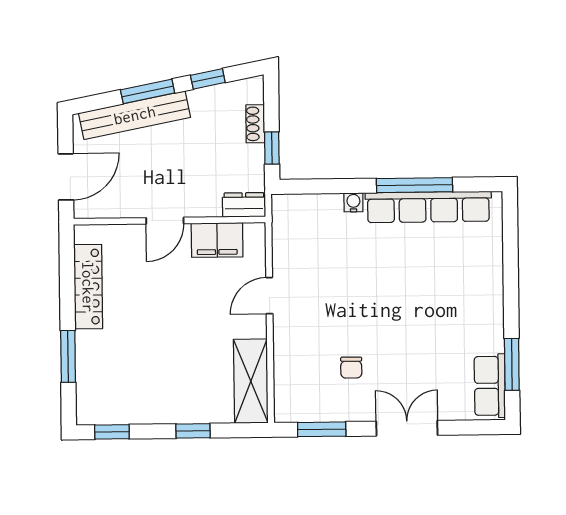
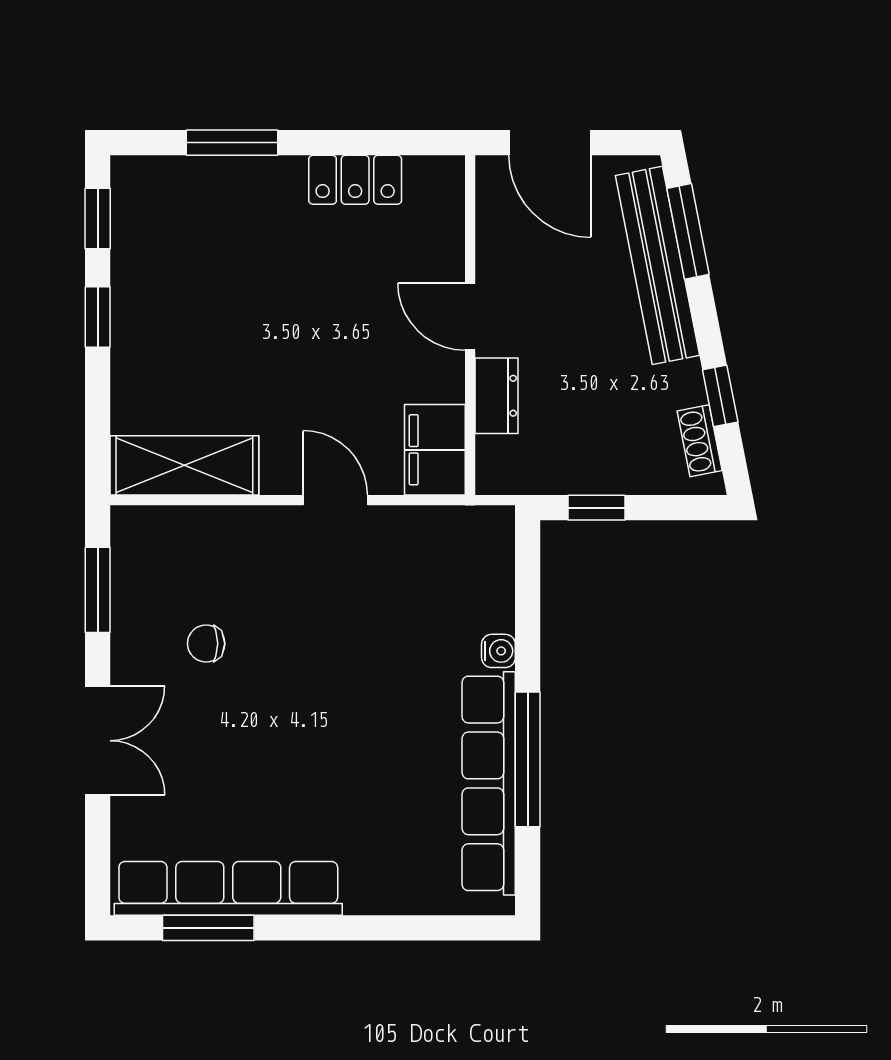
window: (148, 91) -> (688, 231), moved
shoe rack: (255, 124) -> (700, 441), moved, turned -101
dresser: (244, 205) -> (497, 396), moved
filing cabinet: (217, 240) -> (435, 450), moved
locker: (88, 287) -> (355, 180), width x0.66
row of seats: (490, 386) -> (228, 888), width x2.02
window: (193, 431) -> (98, 317), moved

